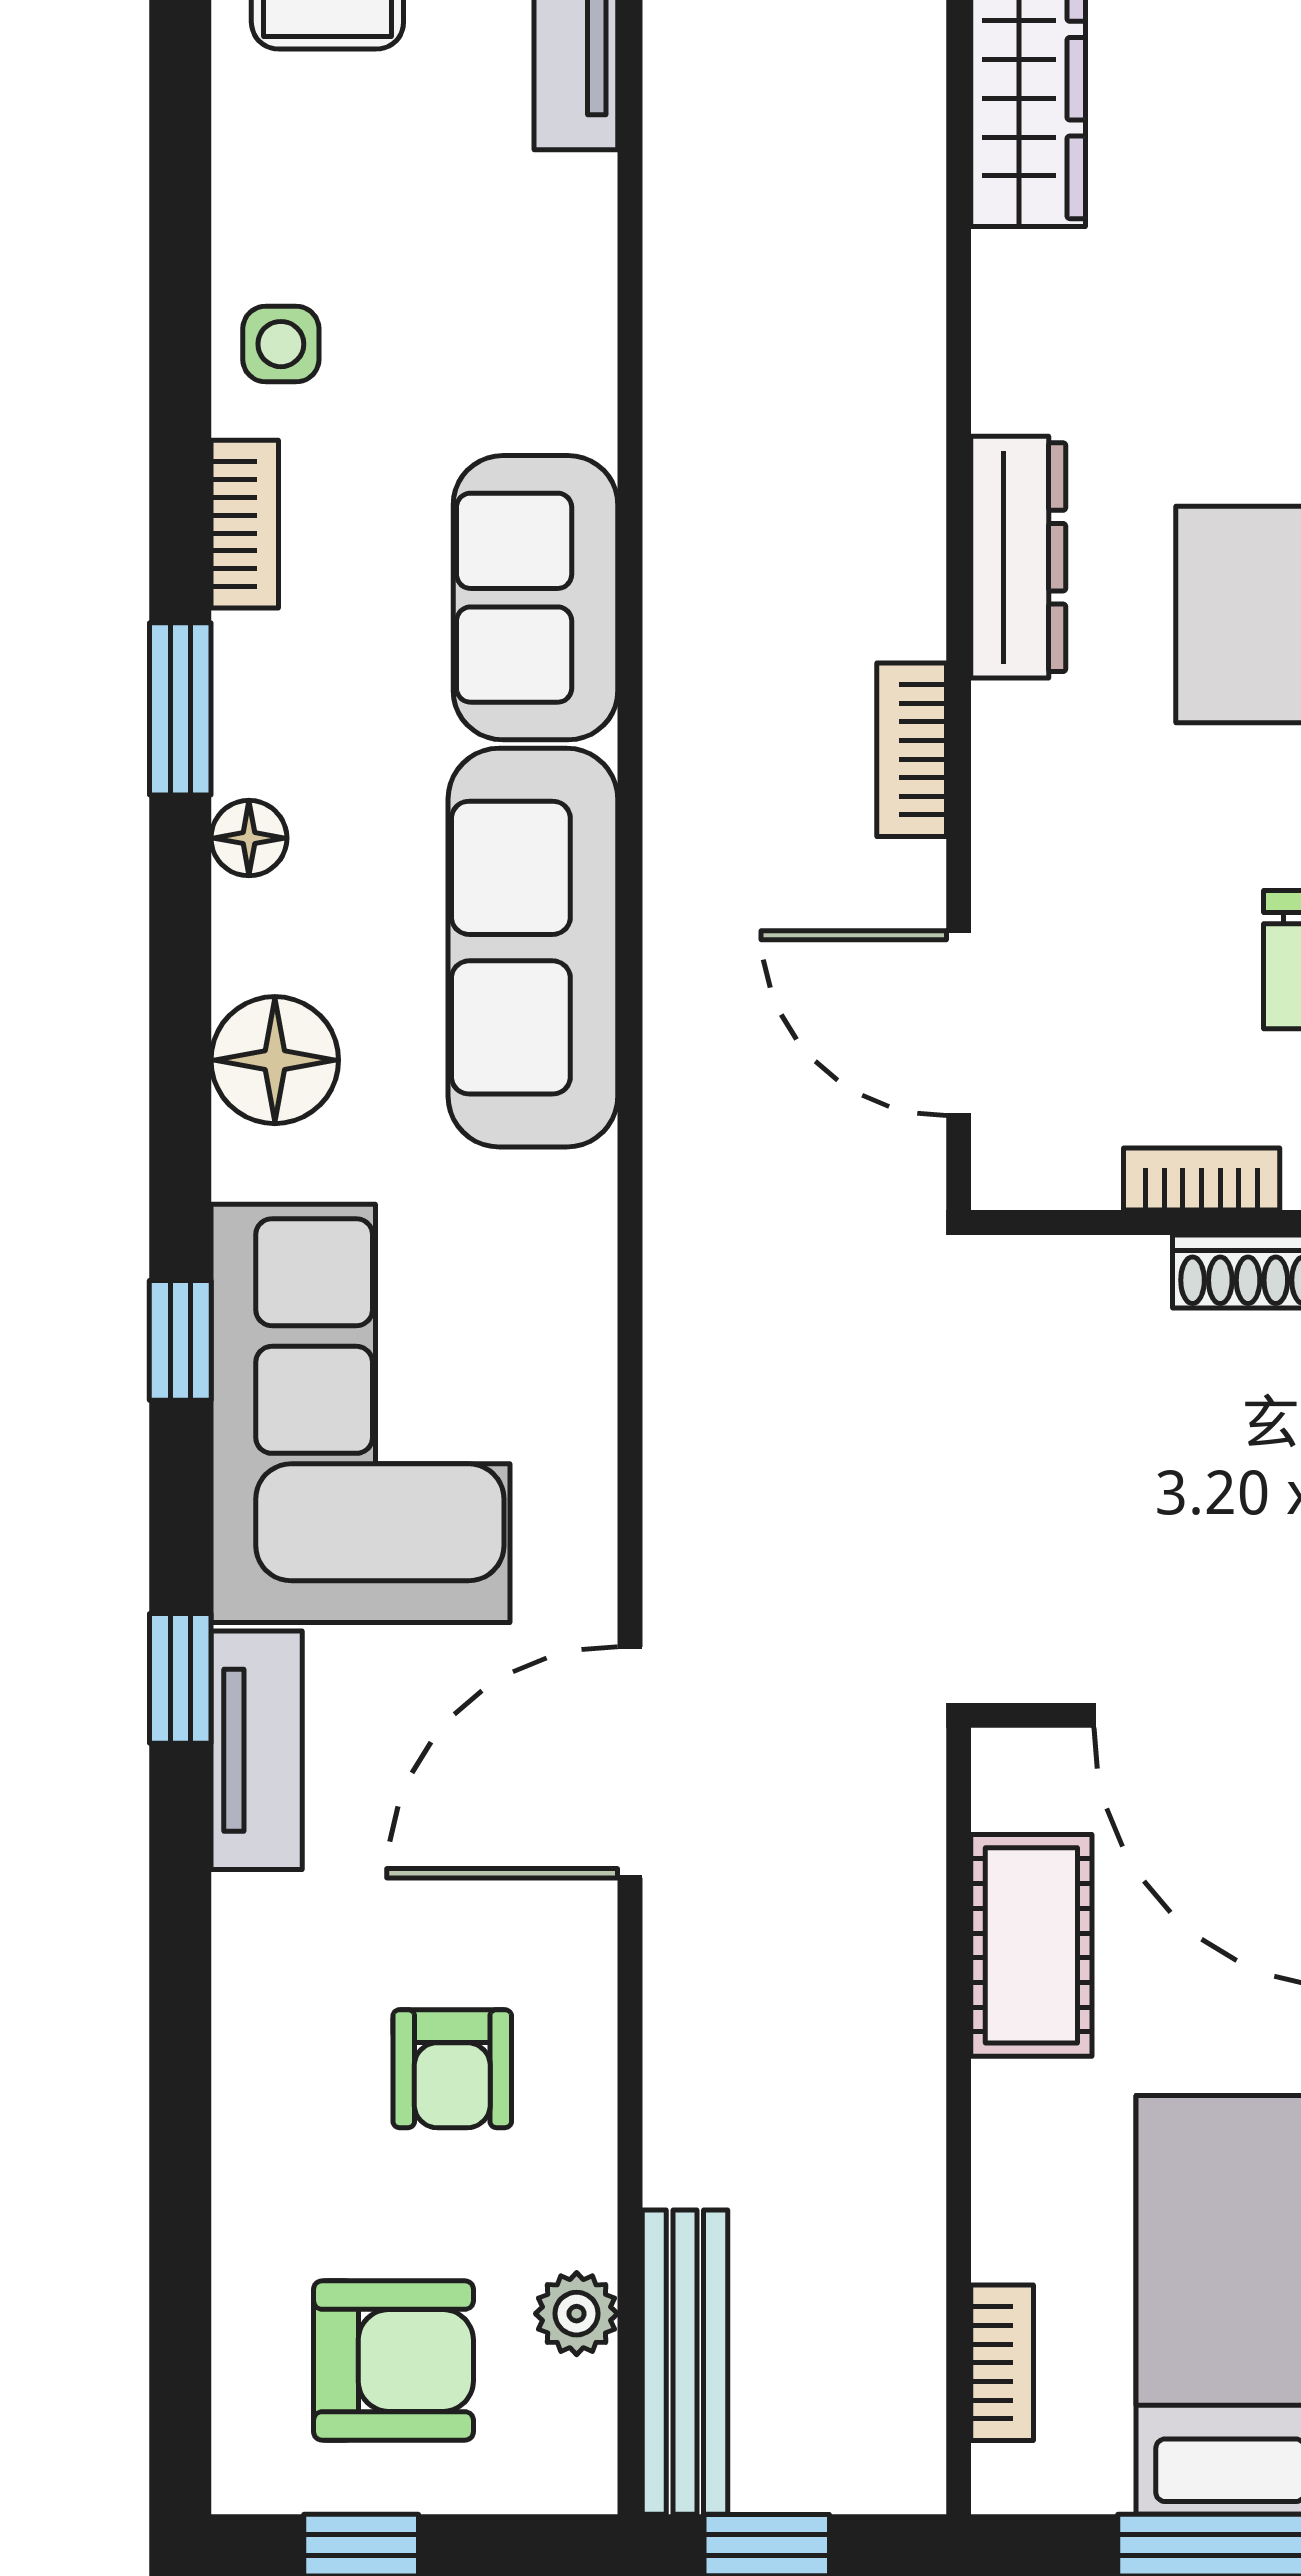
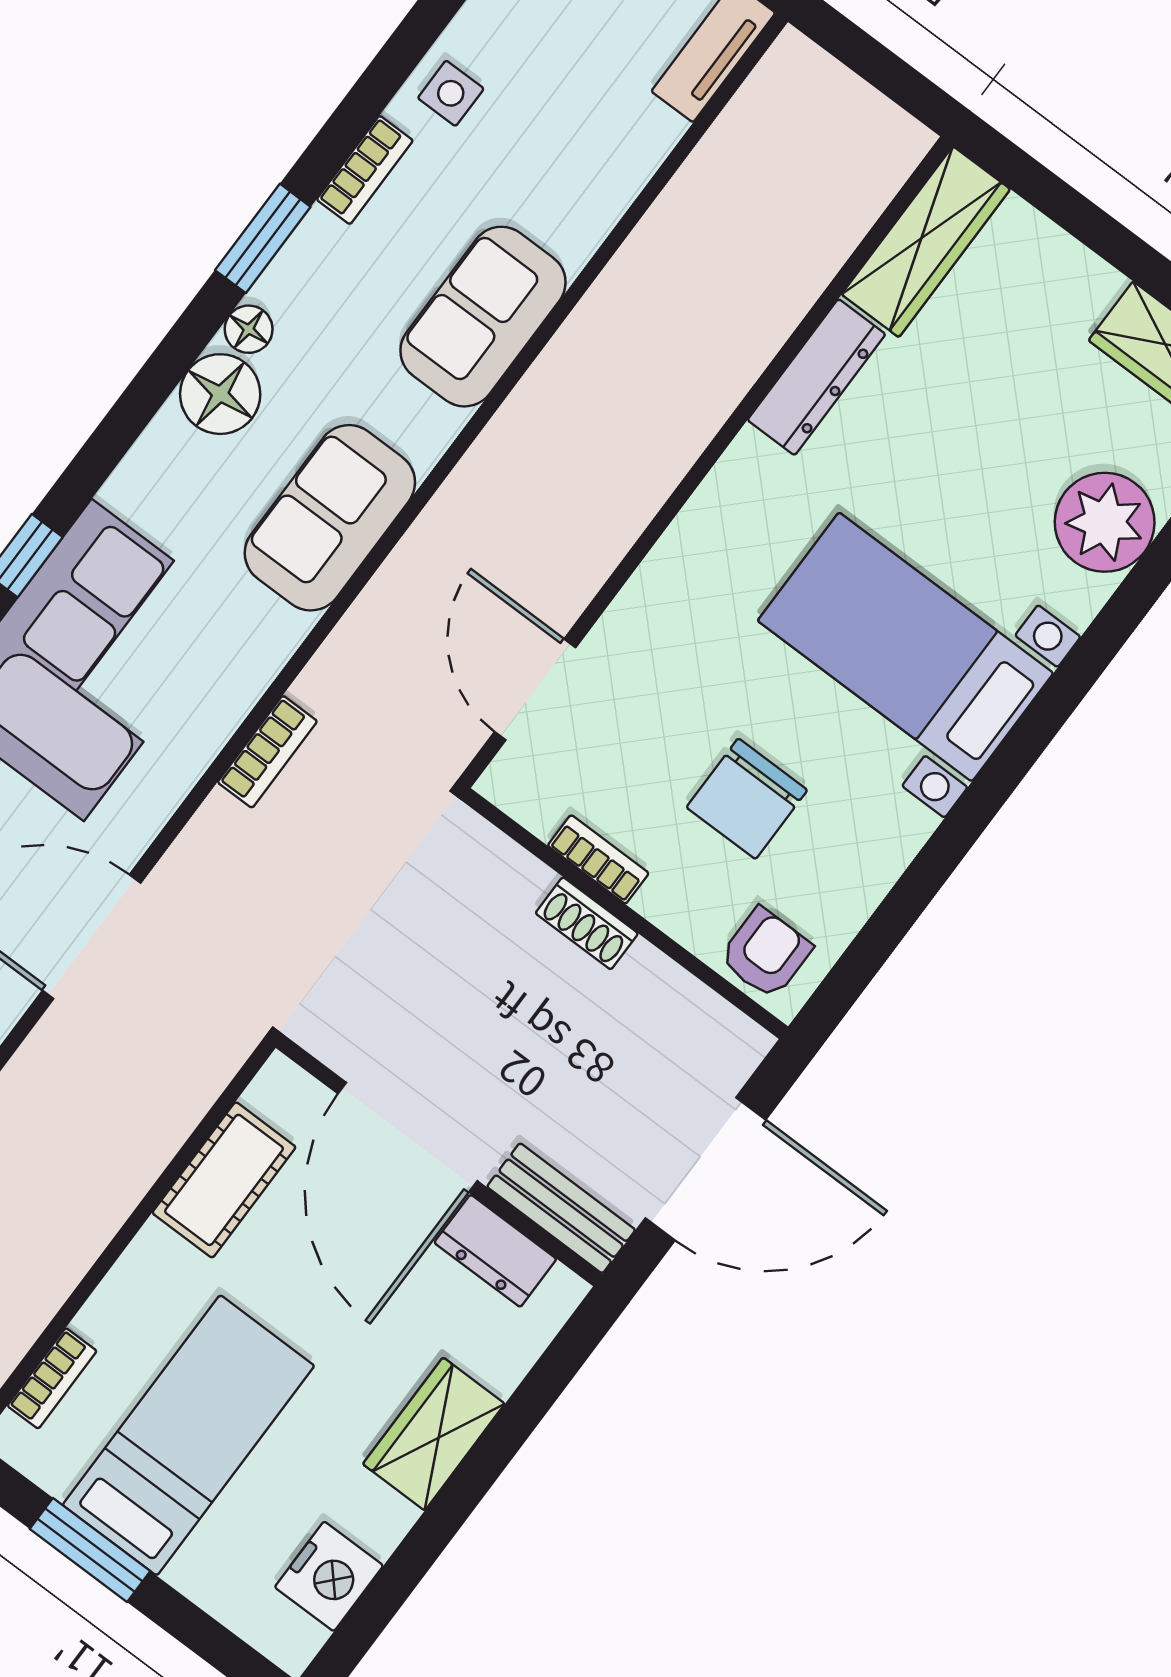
dresser: (1018, 557) -> (816, 377), moved
bookcase: (912, 750) -> (267, 752), moved, turned 180
sofa: (533, 948) -> (330, 518), width x0.73
floor lamp: (275, 1060) -> (220, 394), moved

